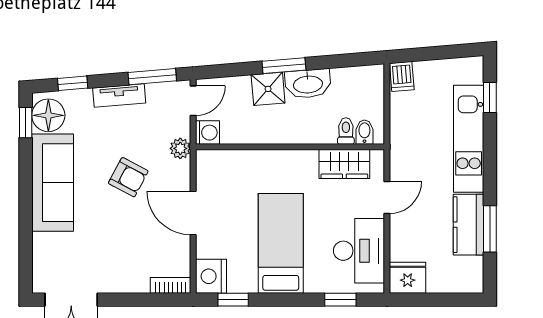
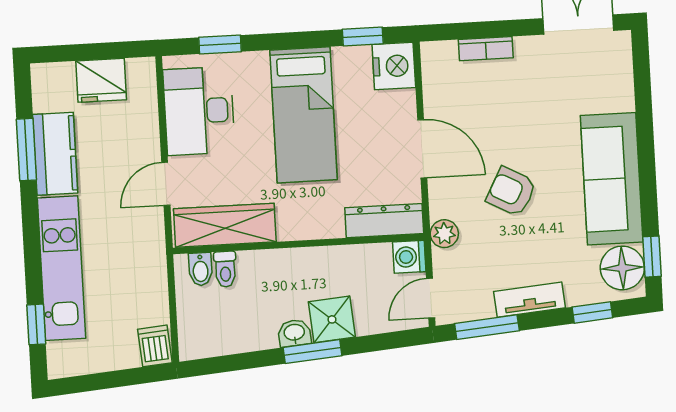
washbasin: (308, 84) -> (294, 333), width x0.52, depth x0.69
dresser: (225, 161) -> (384, 221), added
wardrobe: (344, 164) -> (225, 225), width x1.50
fridge: (408, 278) -> (101, 80), moved
bookcase: (171, 285) -> (486, 49), moved

